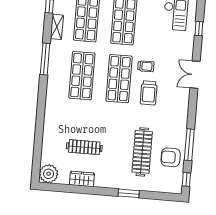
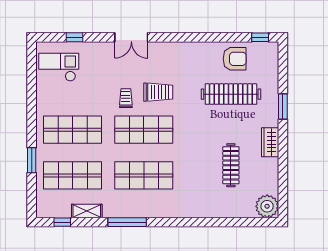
window: (189, 145) -> (217, 37), removed
armchair: (171, 157) -> (235, 59), turned -90
wardrobe: (82, 179) -> (270, 142), moved

